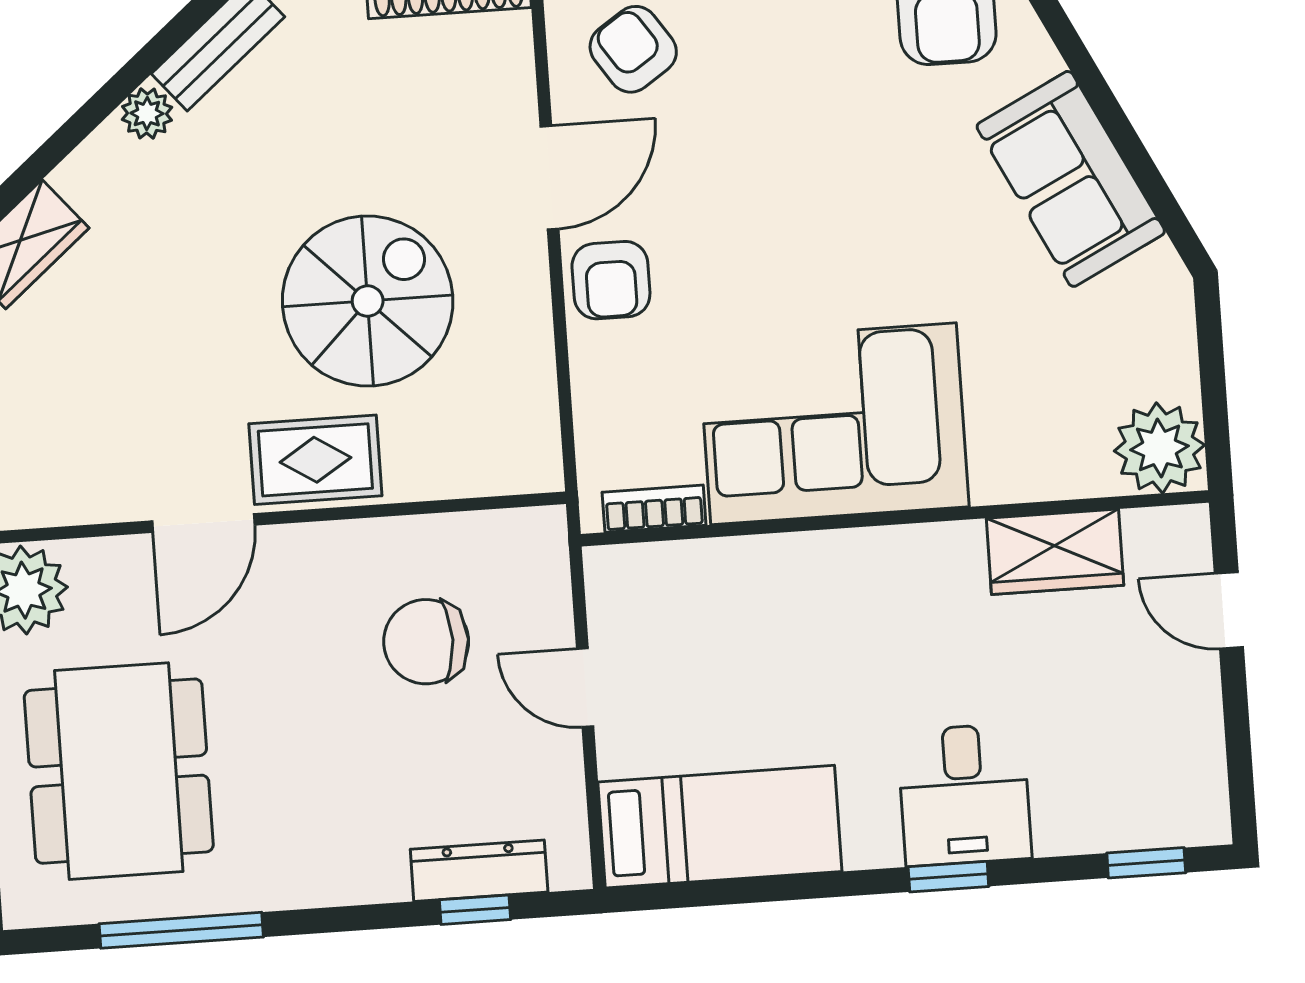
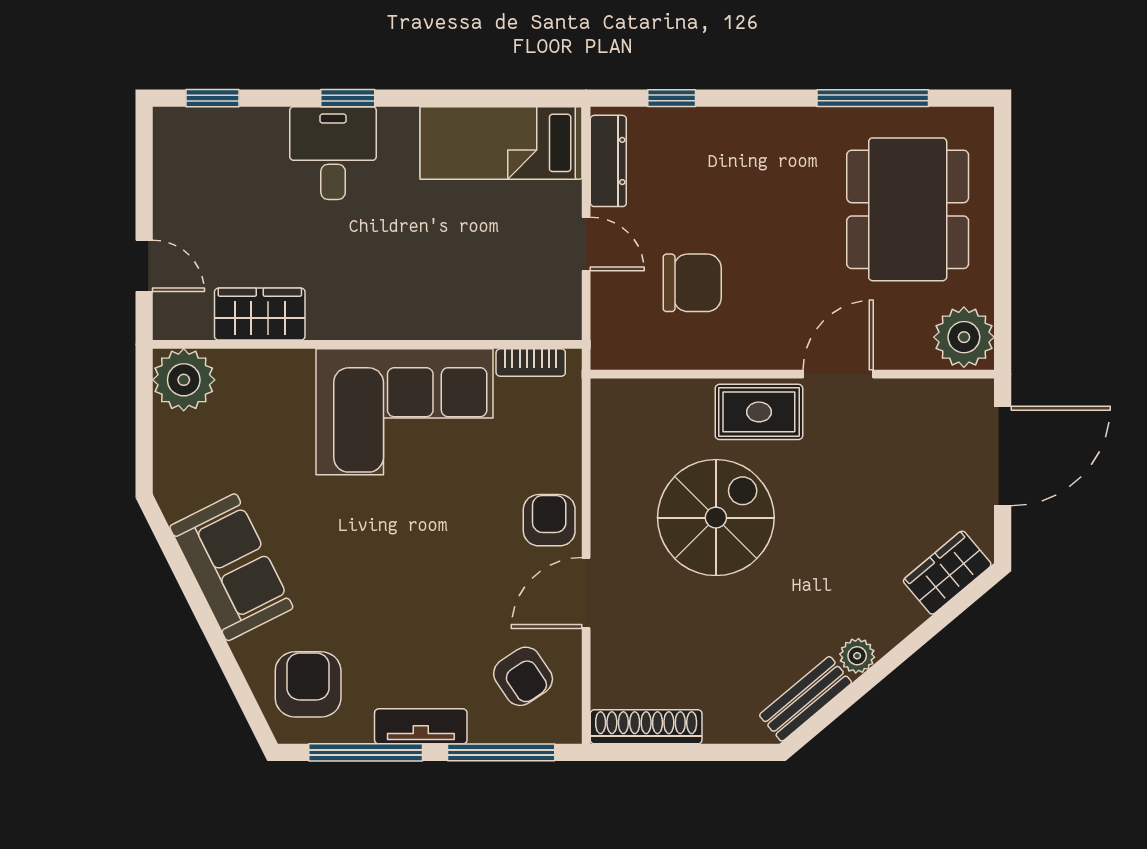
spiral stairs: (368, 301) -> (716, 518), turned 180
dresser: (479, 871) -> (608, 161), moved, turned -90

